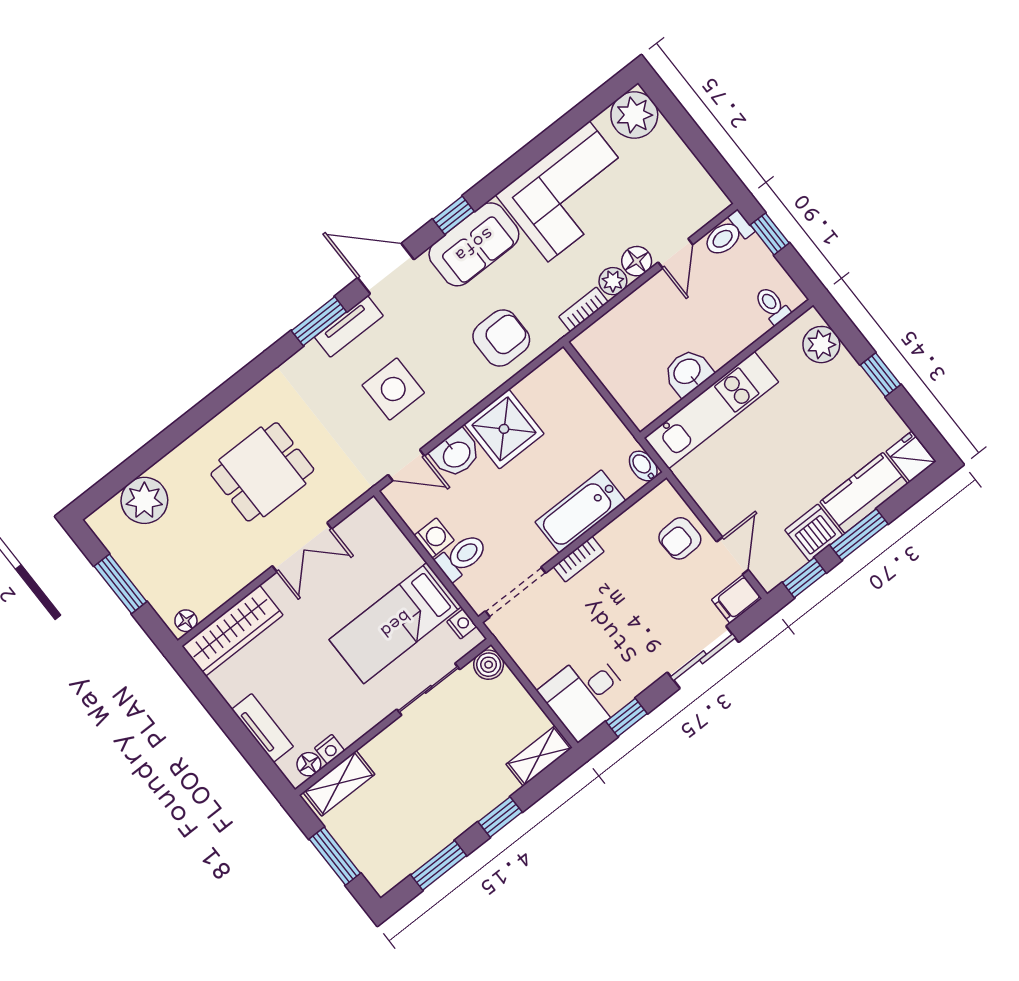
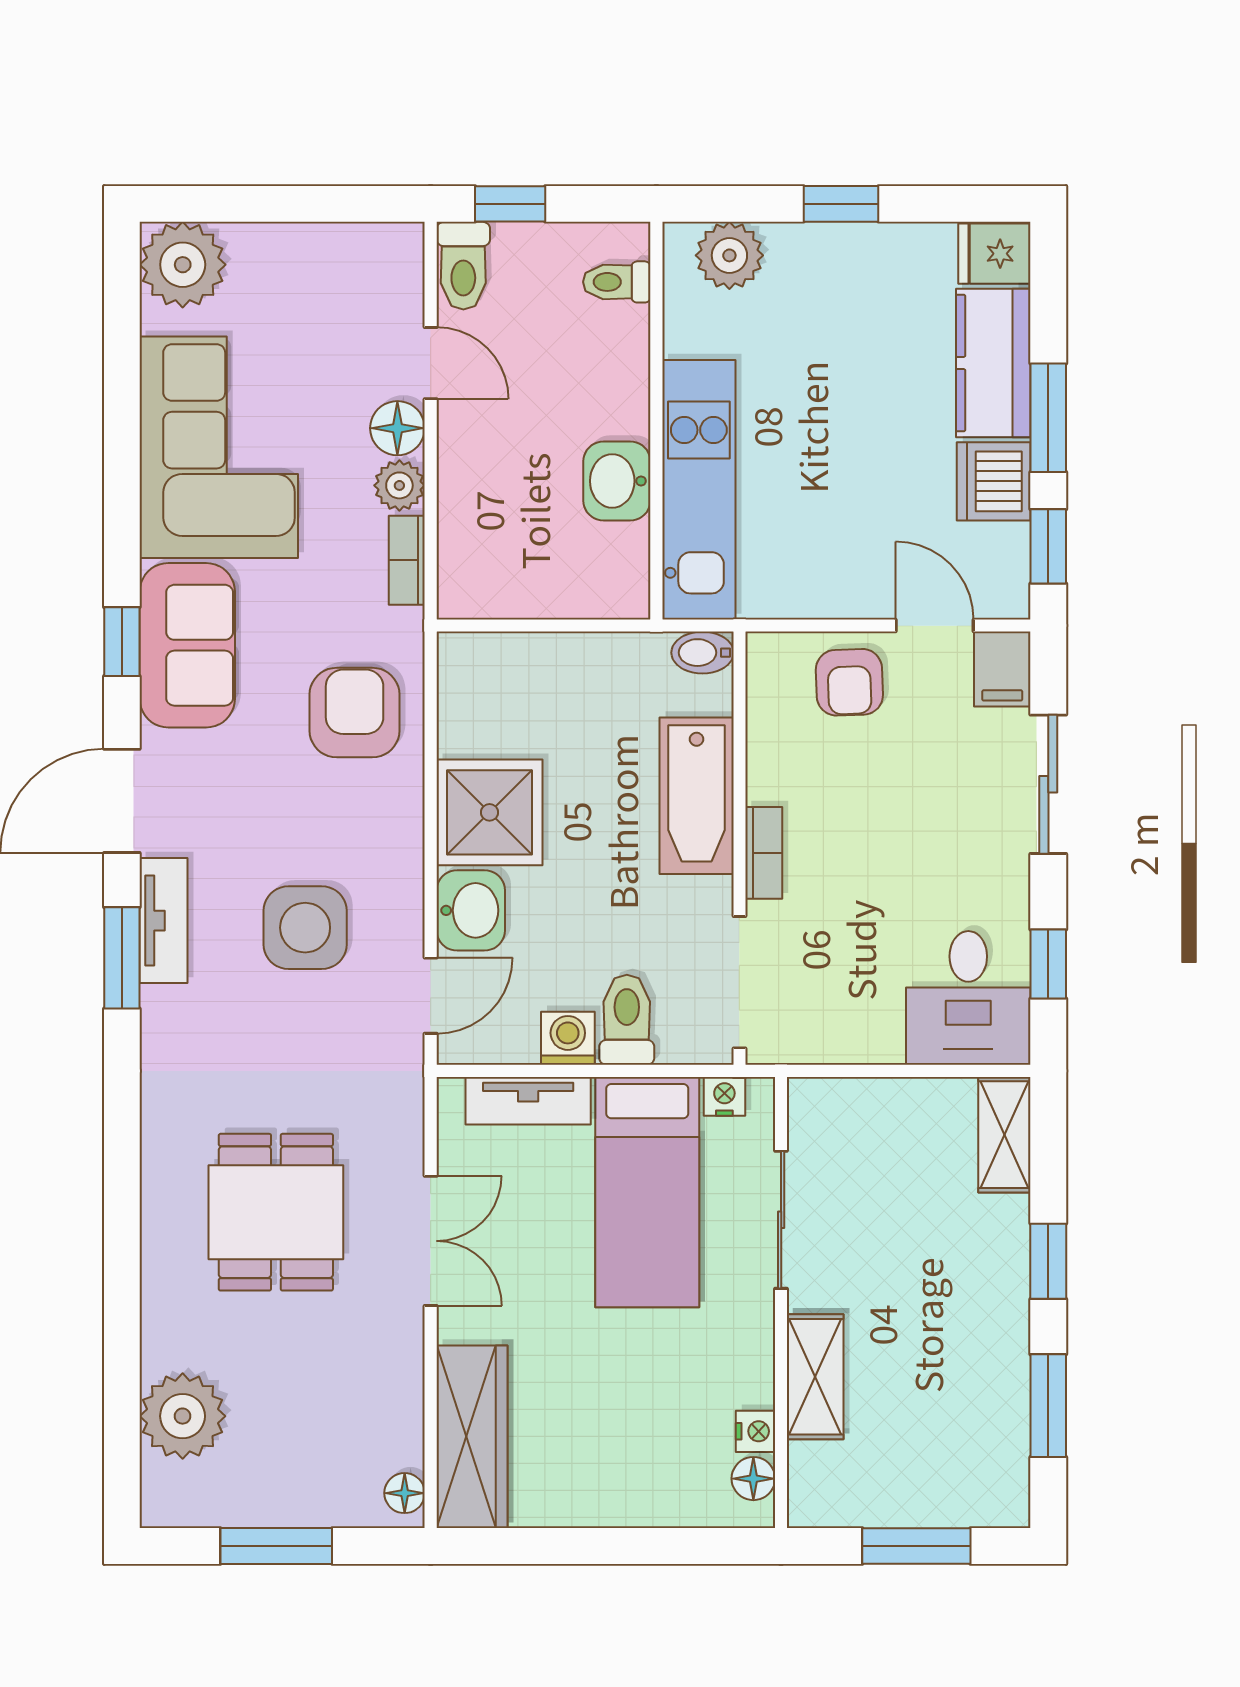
boiler: (489, 665) -> (814, 1104), removed
tv unit: (263, 728) -> (528, 1101), moved, turned 180
shelving: (339, 783) -> (815, 1377), moved

